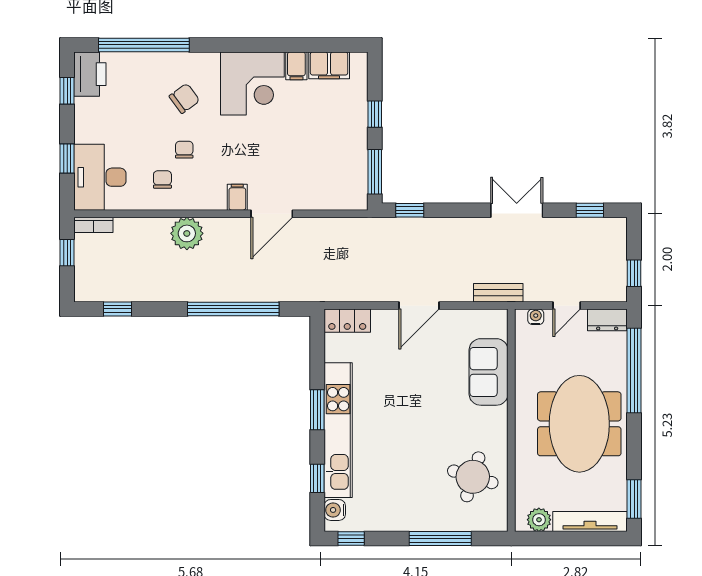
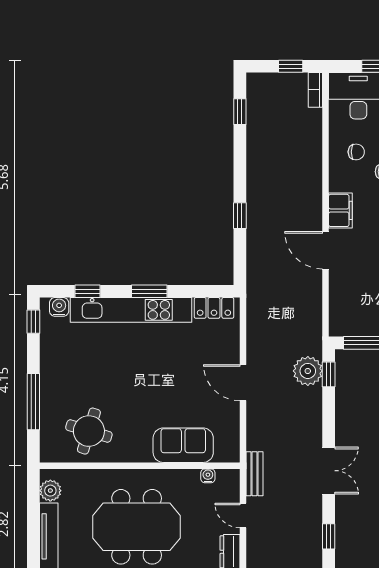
filing cabinet: (237, 197) -> (340, 210), width x2.00
plant: (187, 233) -> (308, 371), moved
bench: (498, 293) -> (254, 474), moved
window: (233, 309) -> (240, 216), width x0.32
water cooler: (536, 317) -> (208, 476), moved, turned -90
locker: (347, 321) -> (214, 308), moved, turned -90

